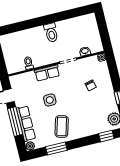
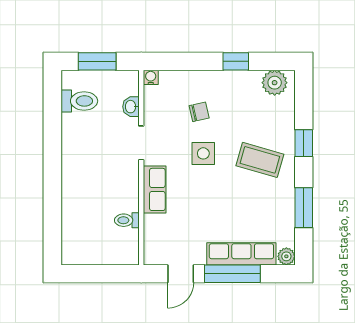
window: (103, 29) -> (97, 61), added
toilet: (51, 33) -> (79, 101), moved
side table: (50, 100) -> (203, 153), moved
coffee table: (62, 127) -> (260, 160), moved
window: (106, 136) -> (304, 143), moved

